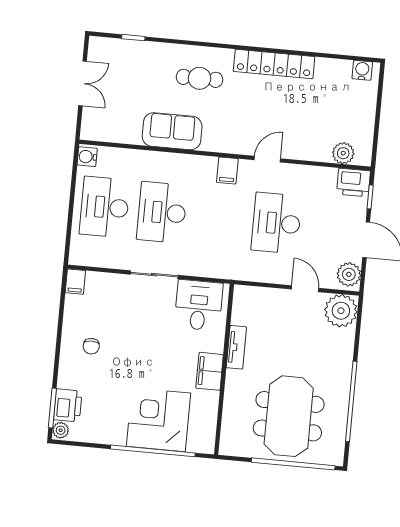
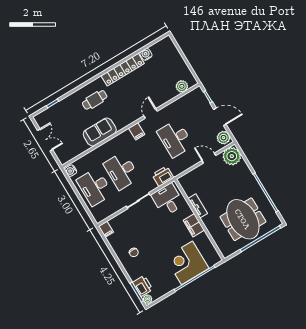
water cooler: (362, 70) -> (146, 54), moved
printer: (353, 182) -> (163, 176), moved, turned 180

